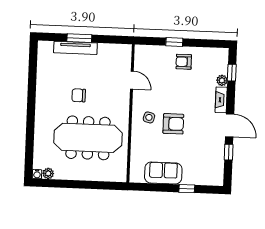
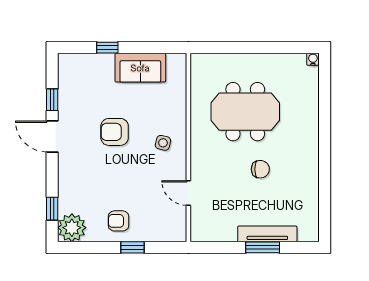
armchair: (184, 62) -> (118, 221), turned 180
plant: (222, 80) -> (72, 228), moved, width x1.88, depth x1.88
fireplace: (221, 100) -> (65, 171), removed
armchair: (173, 124) -> (115, 132), moved
meeting table: (88, 138) -> (245, 112), width x0.73
plant: (48, 173) -> (298, 61), removed

